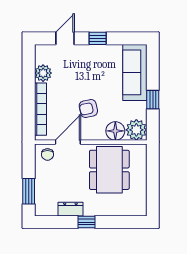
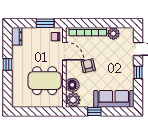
window: (29, 191) -> (45, 23), moved
dresser: (70, 209) -> (17, 36), moved

